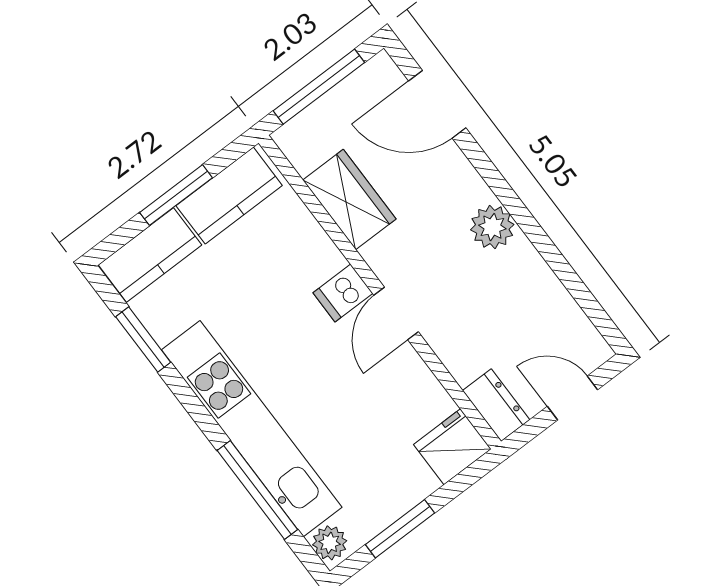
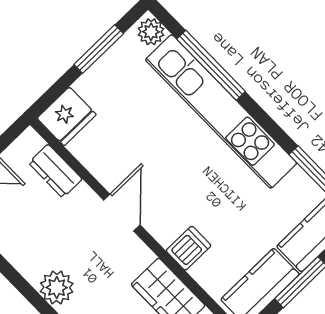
dishwasher: (343, 293) -> (189, 248), moved
dresser: (496, 405) -> (55, 171), moved

